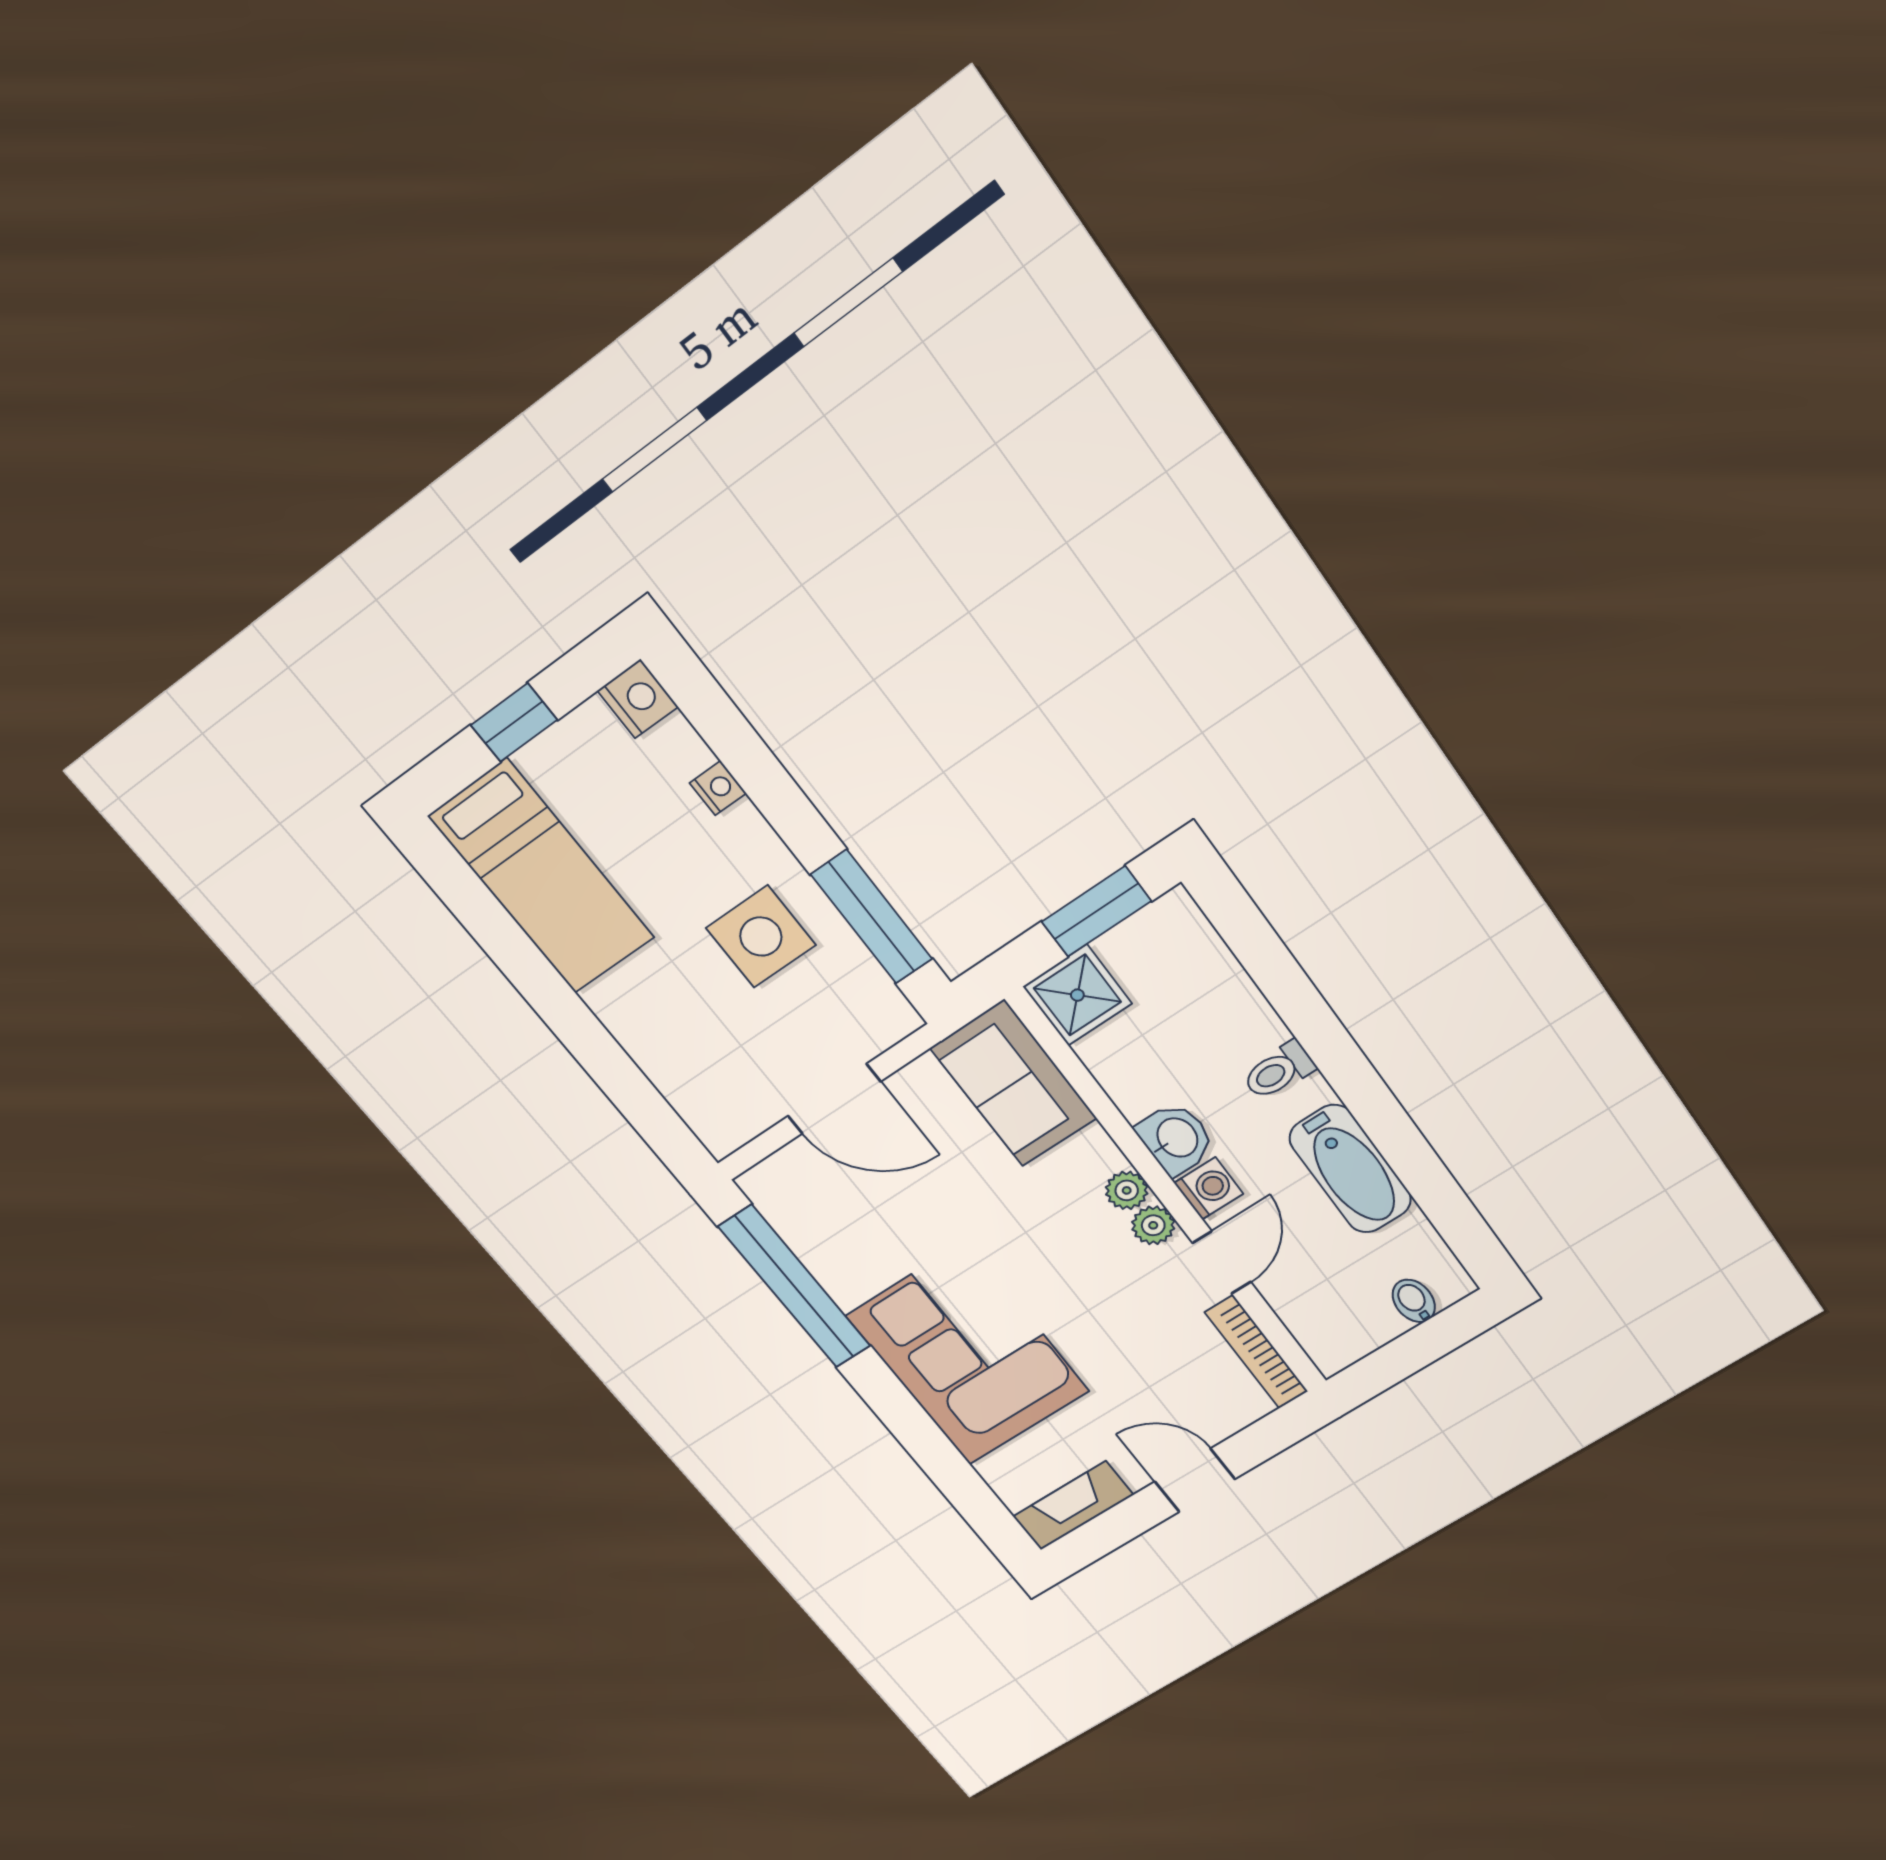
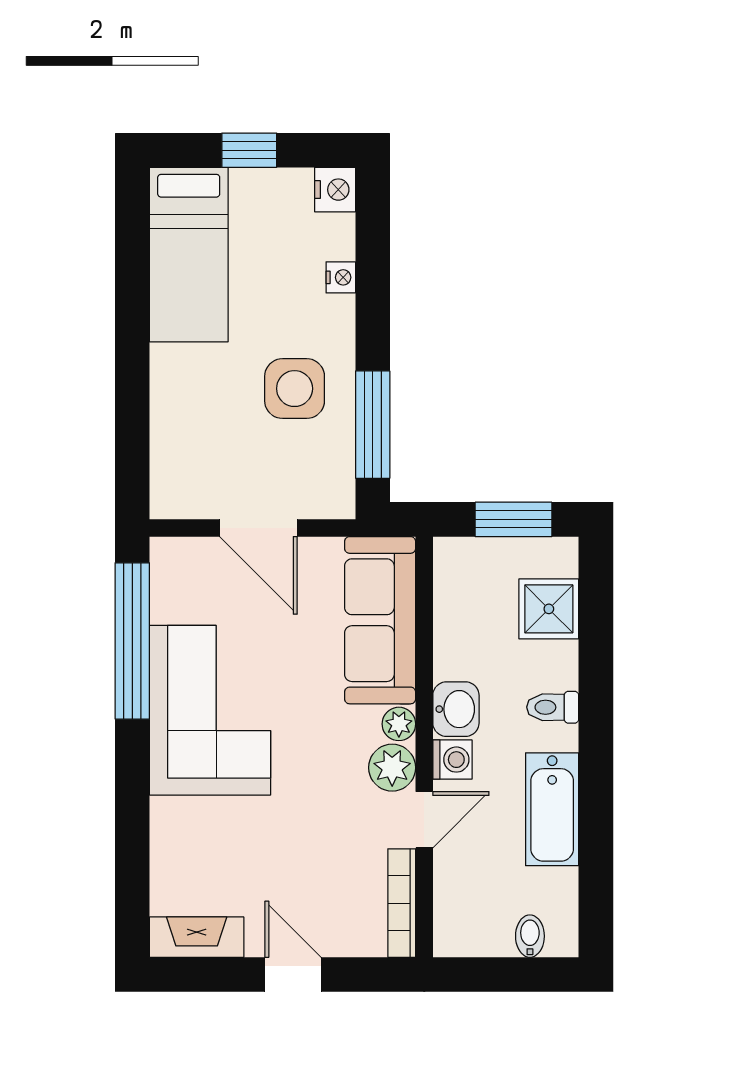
shower: (1077, 995) -> (549, 609), moved
sofa: (1014, 1083) -> (380, 620), width x1.36
plant: (1153, 1225) -> (392, 768), width x1.38, depth x1.38
corner sofa: (968, 1354) -> (210, 710), moved

